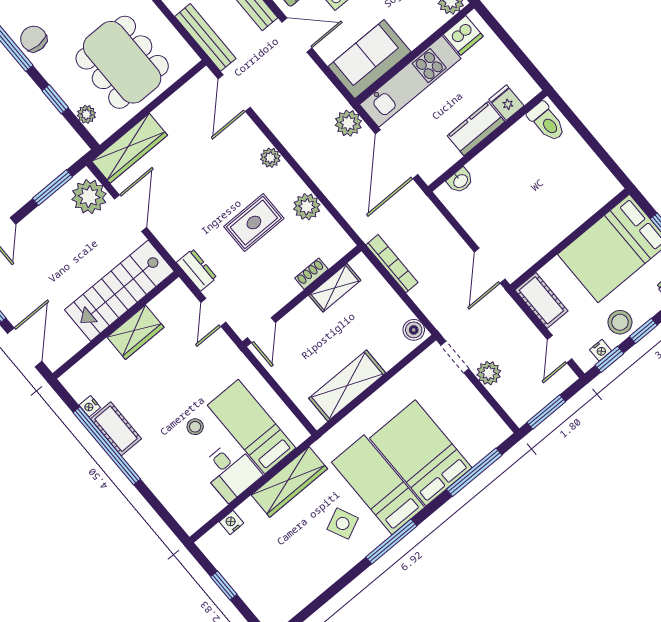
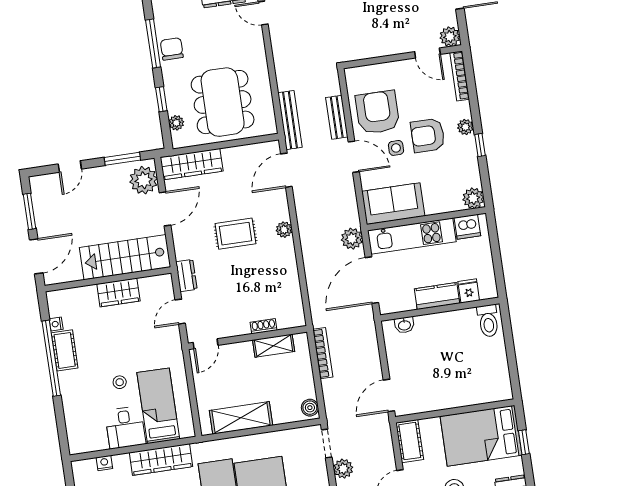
plant: (307, 207) -> (288, 278), removed
rug: (254, 223) -> (235, 234), moved

